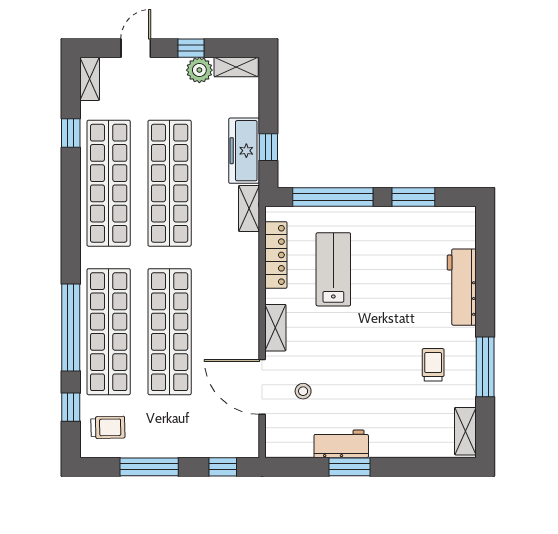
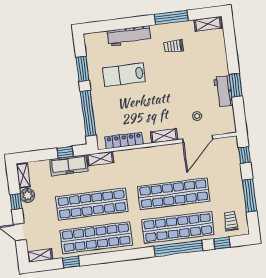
lab bench: (333, 269) -> (124, 75), moved

